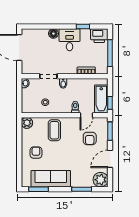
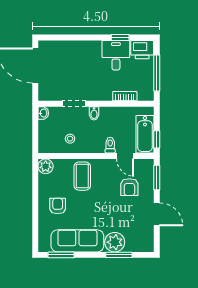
floor lamp: (53, 34) -> (81, 47), removed
desk: (70, 40) -> (116, 55), moved
door: (86, 115) -> (125, 156), hinge flipped
door: (110, 159) -> (157, 214), swing flipped
plant: (101, 180) -> (115, 242), moved

